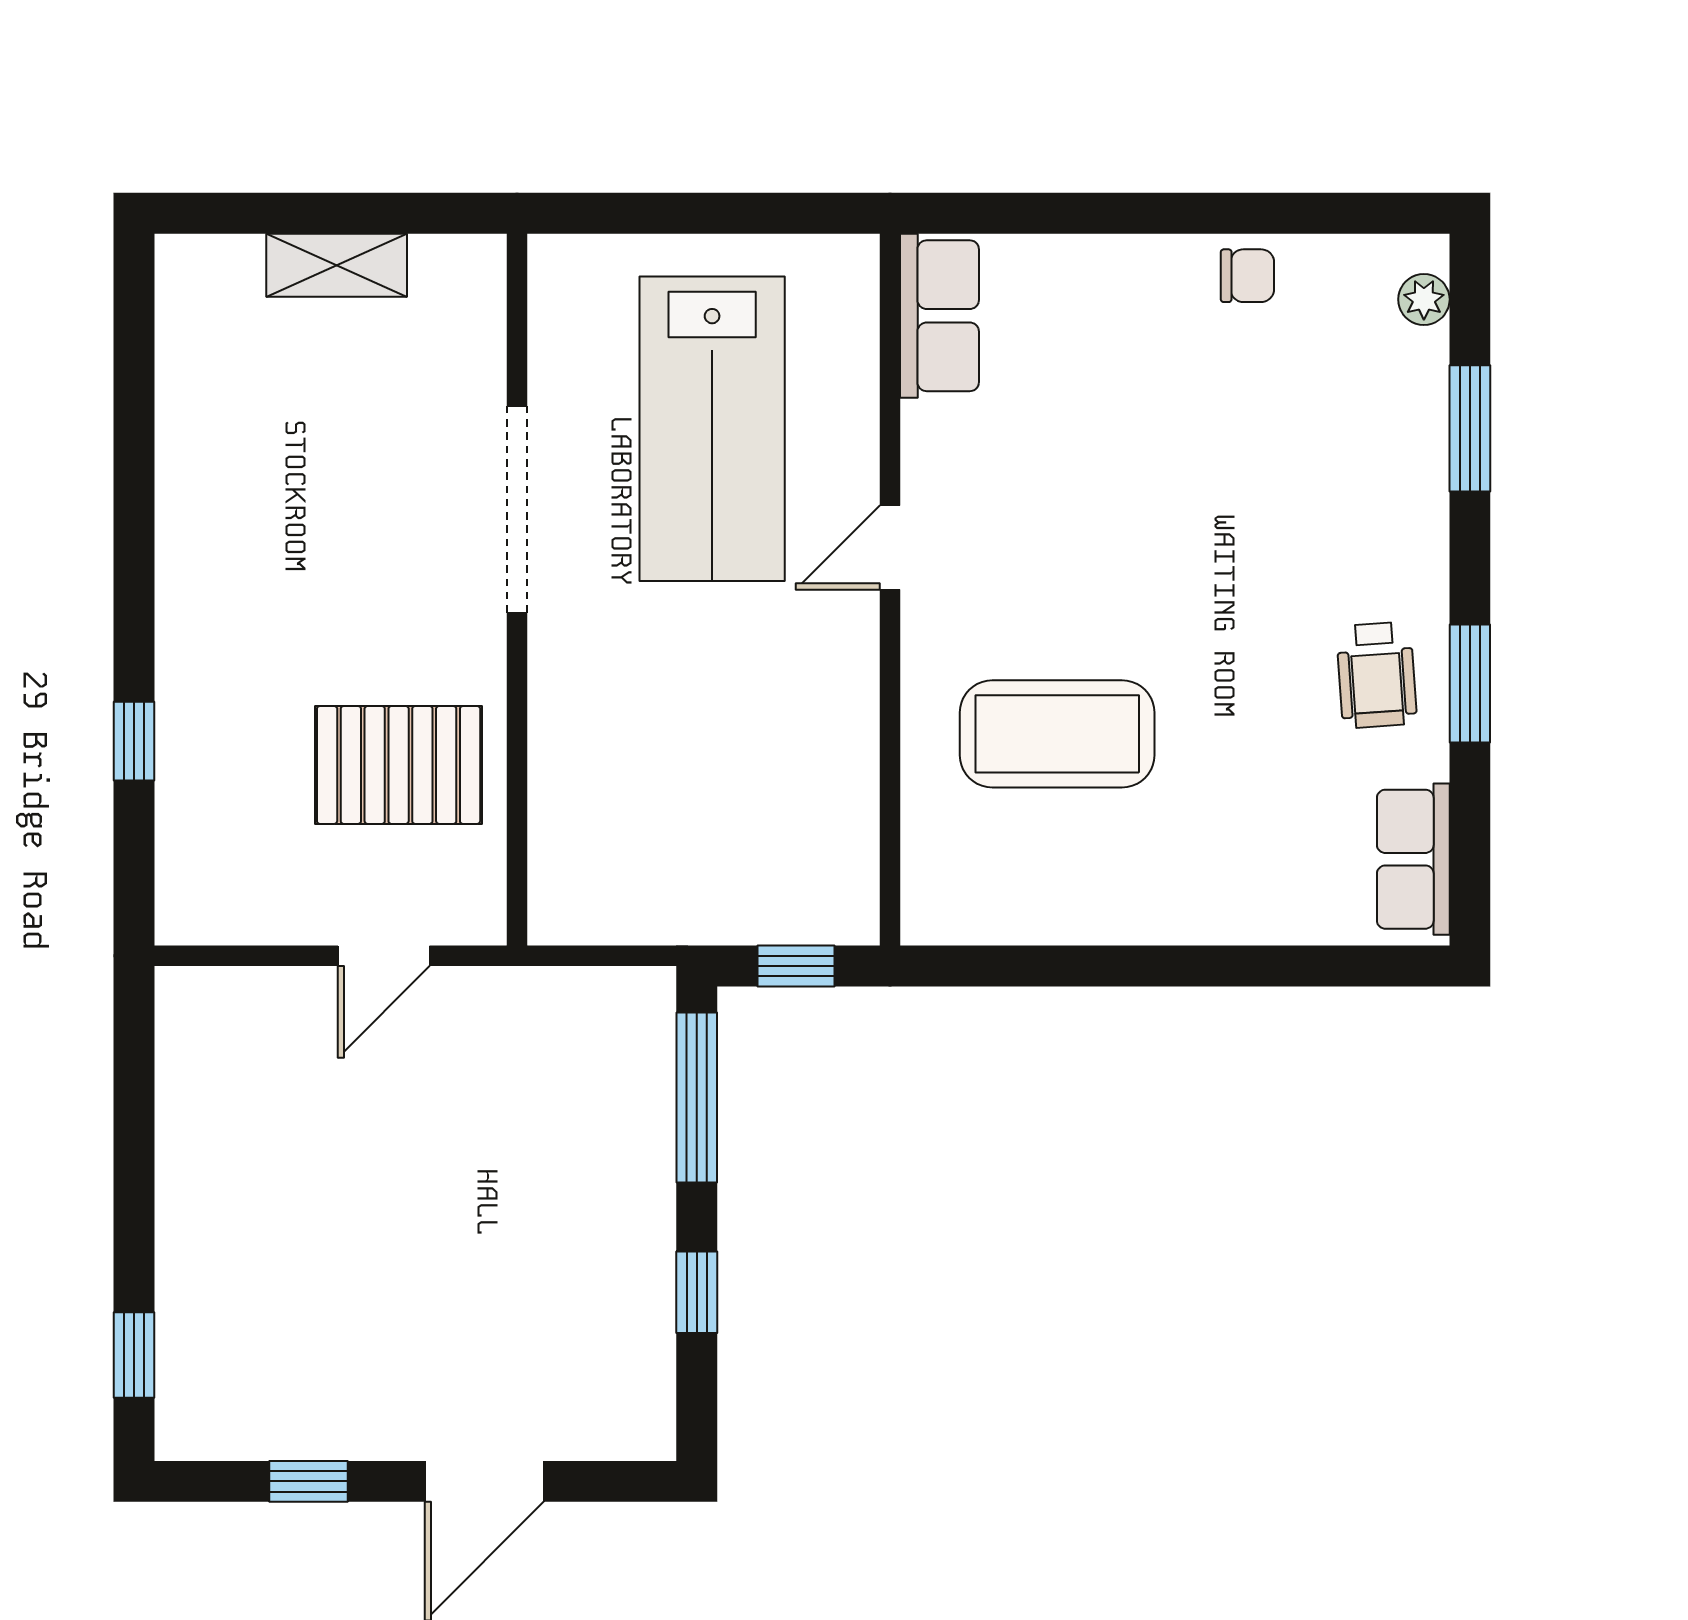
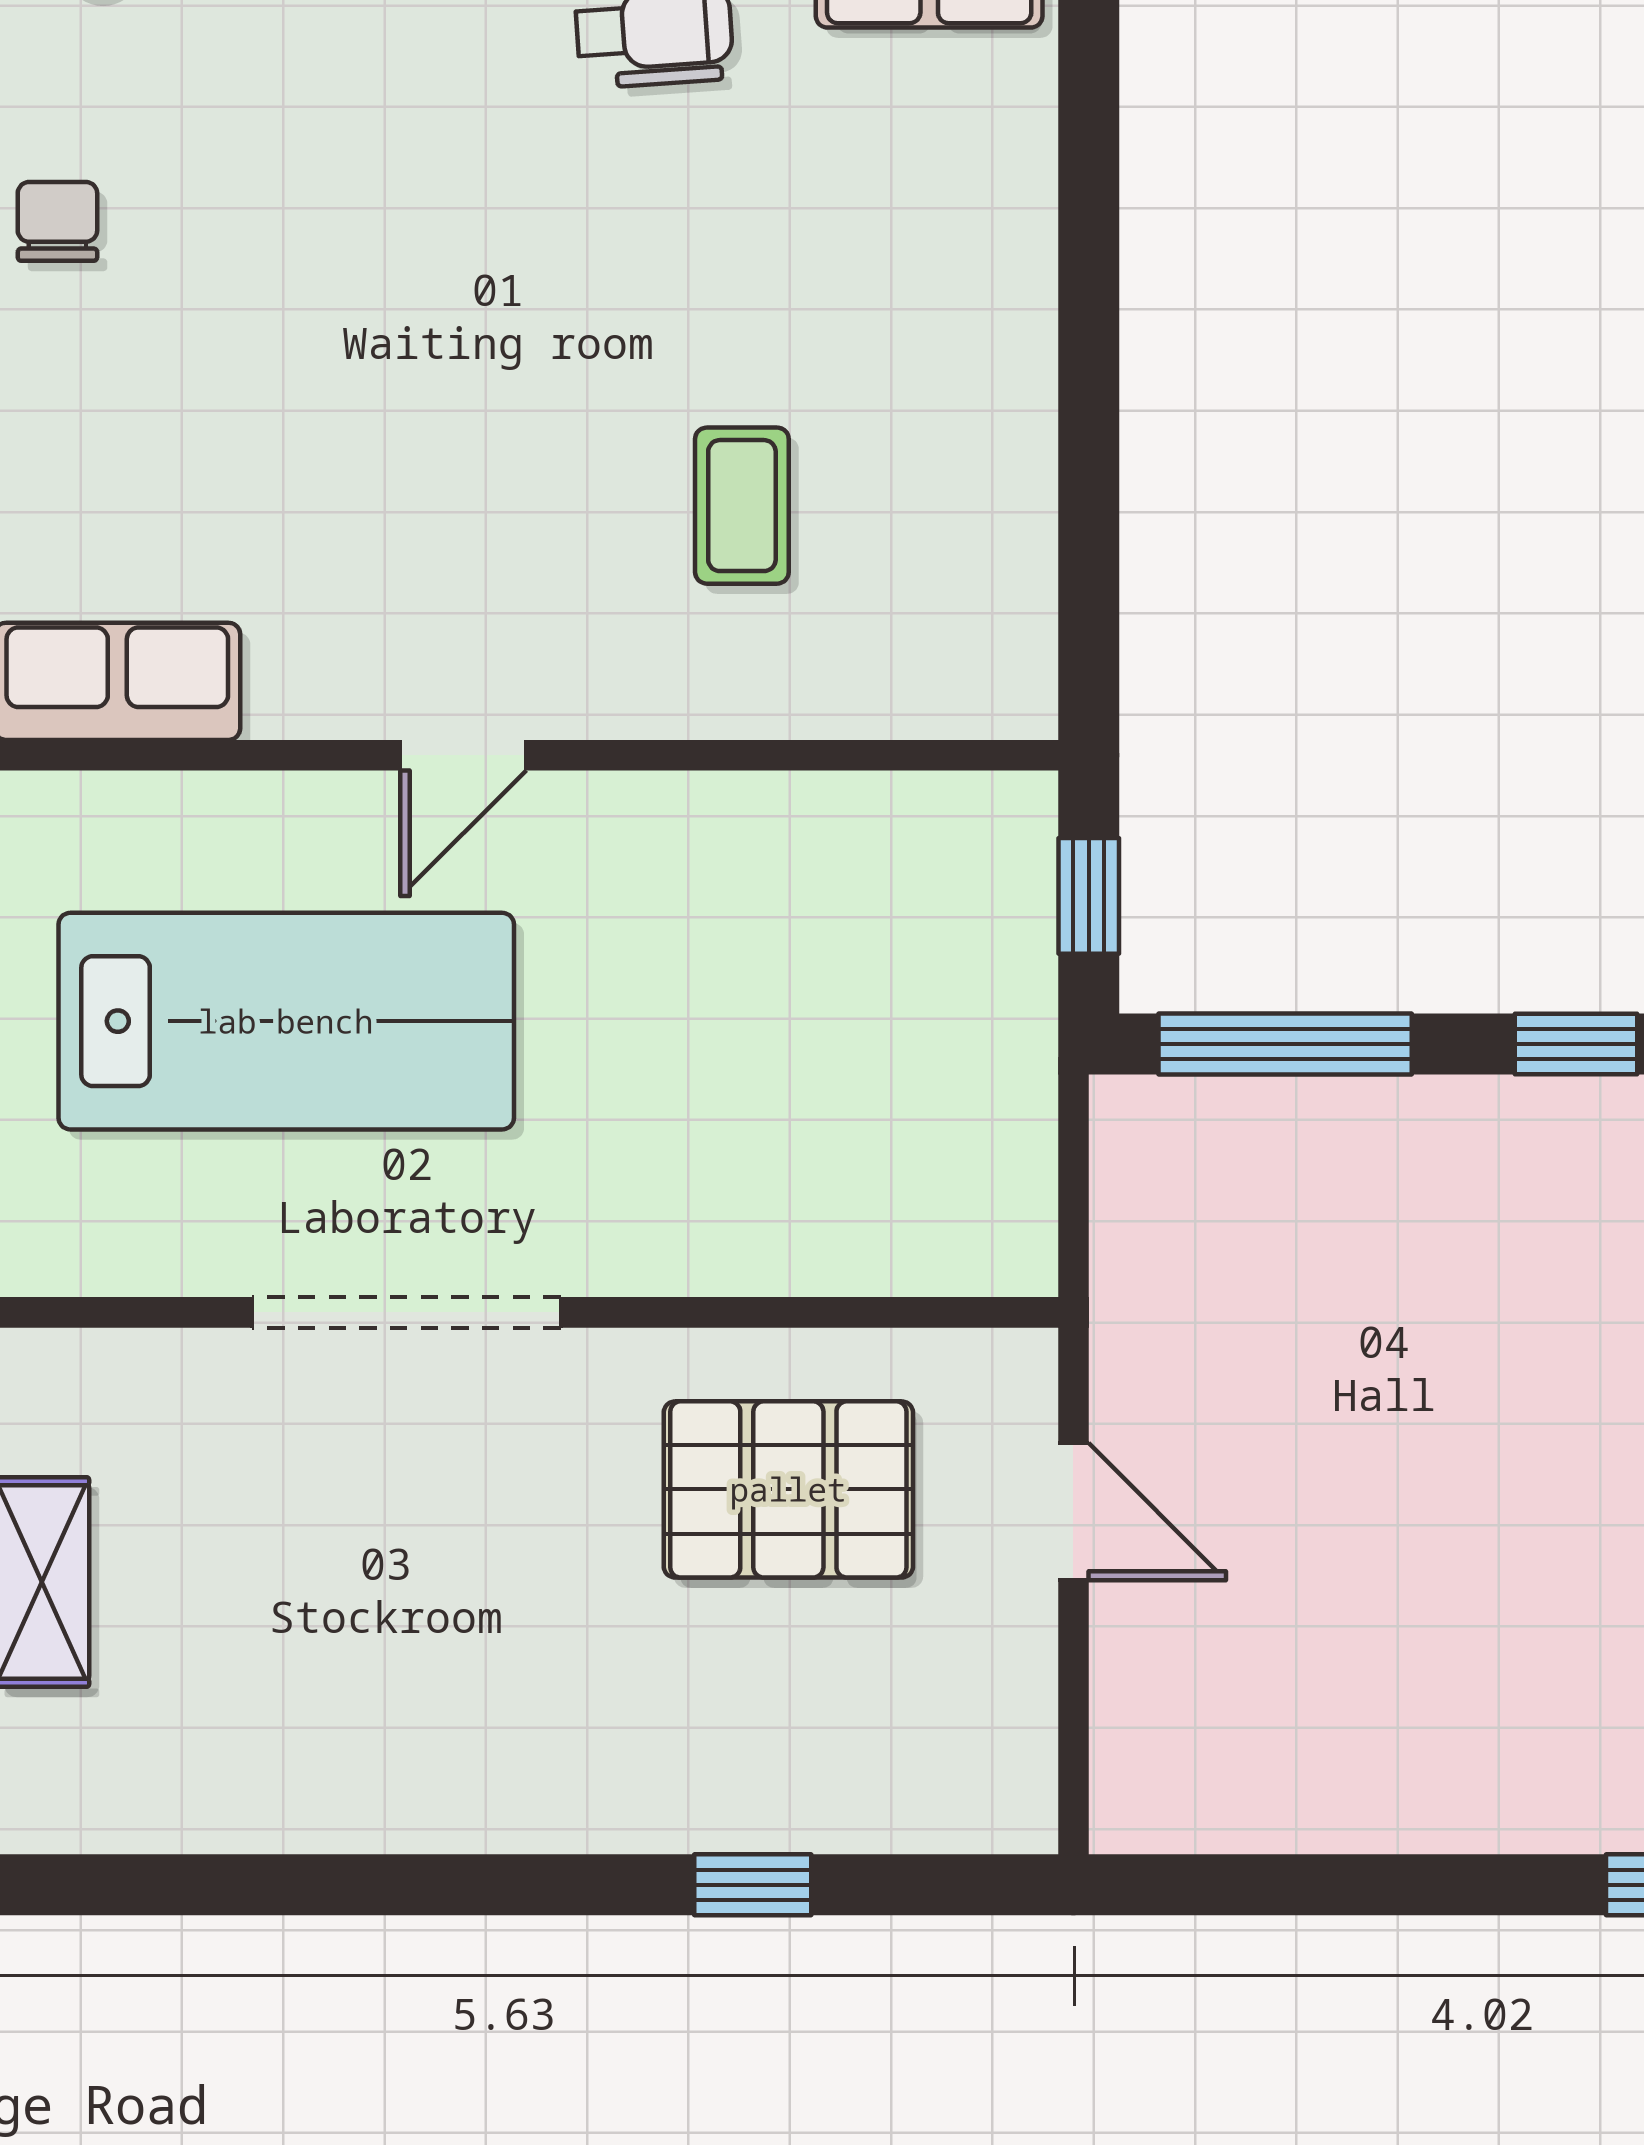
door: (890, 547) -> (463, 755), hinge flipped
coffee table: (1057, 734) -> (742, 506), width x0.54, depth x0.58
pallet: (399, 765) -> (788, 1489), turned 90

